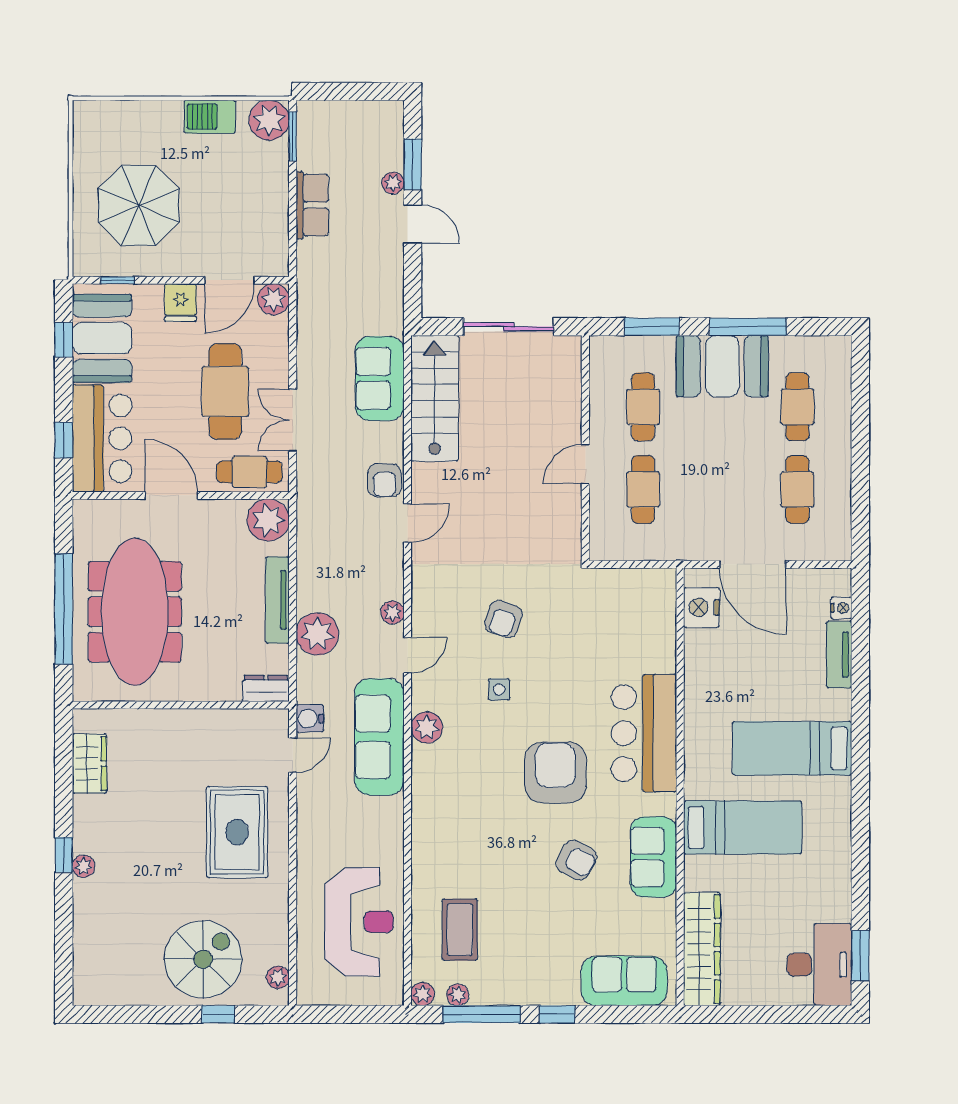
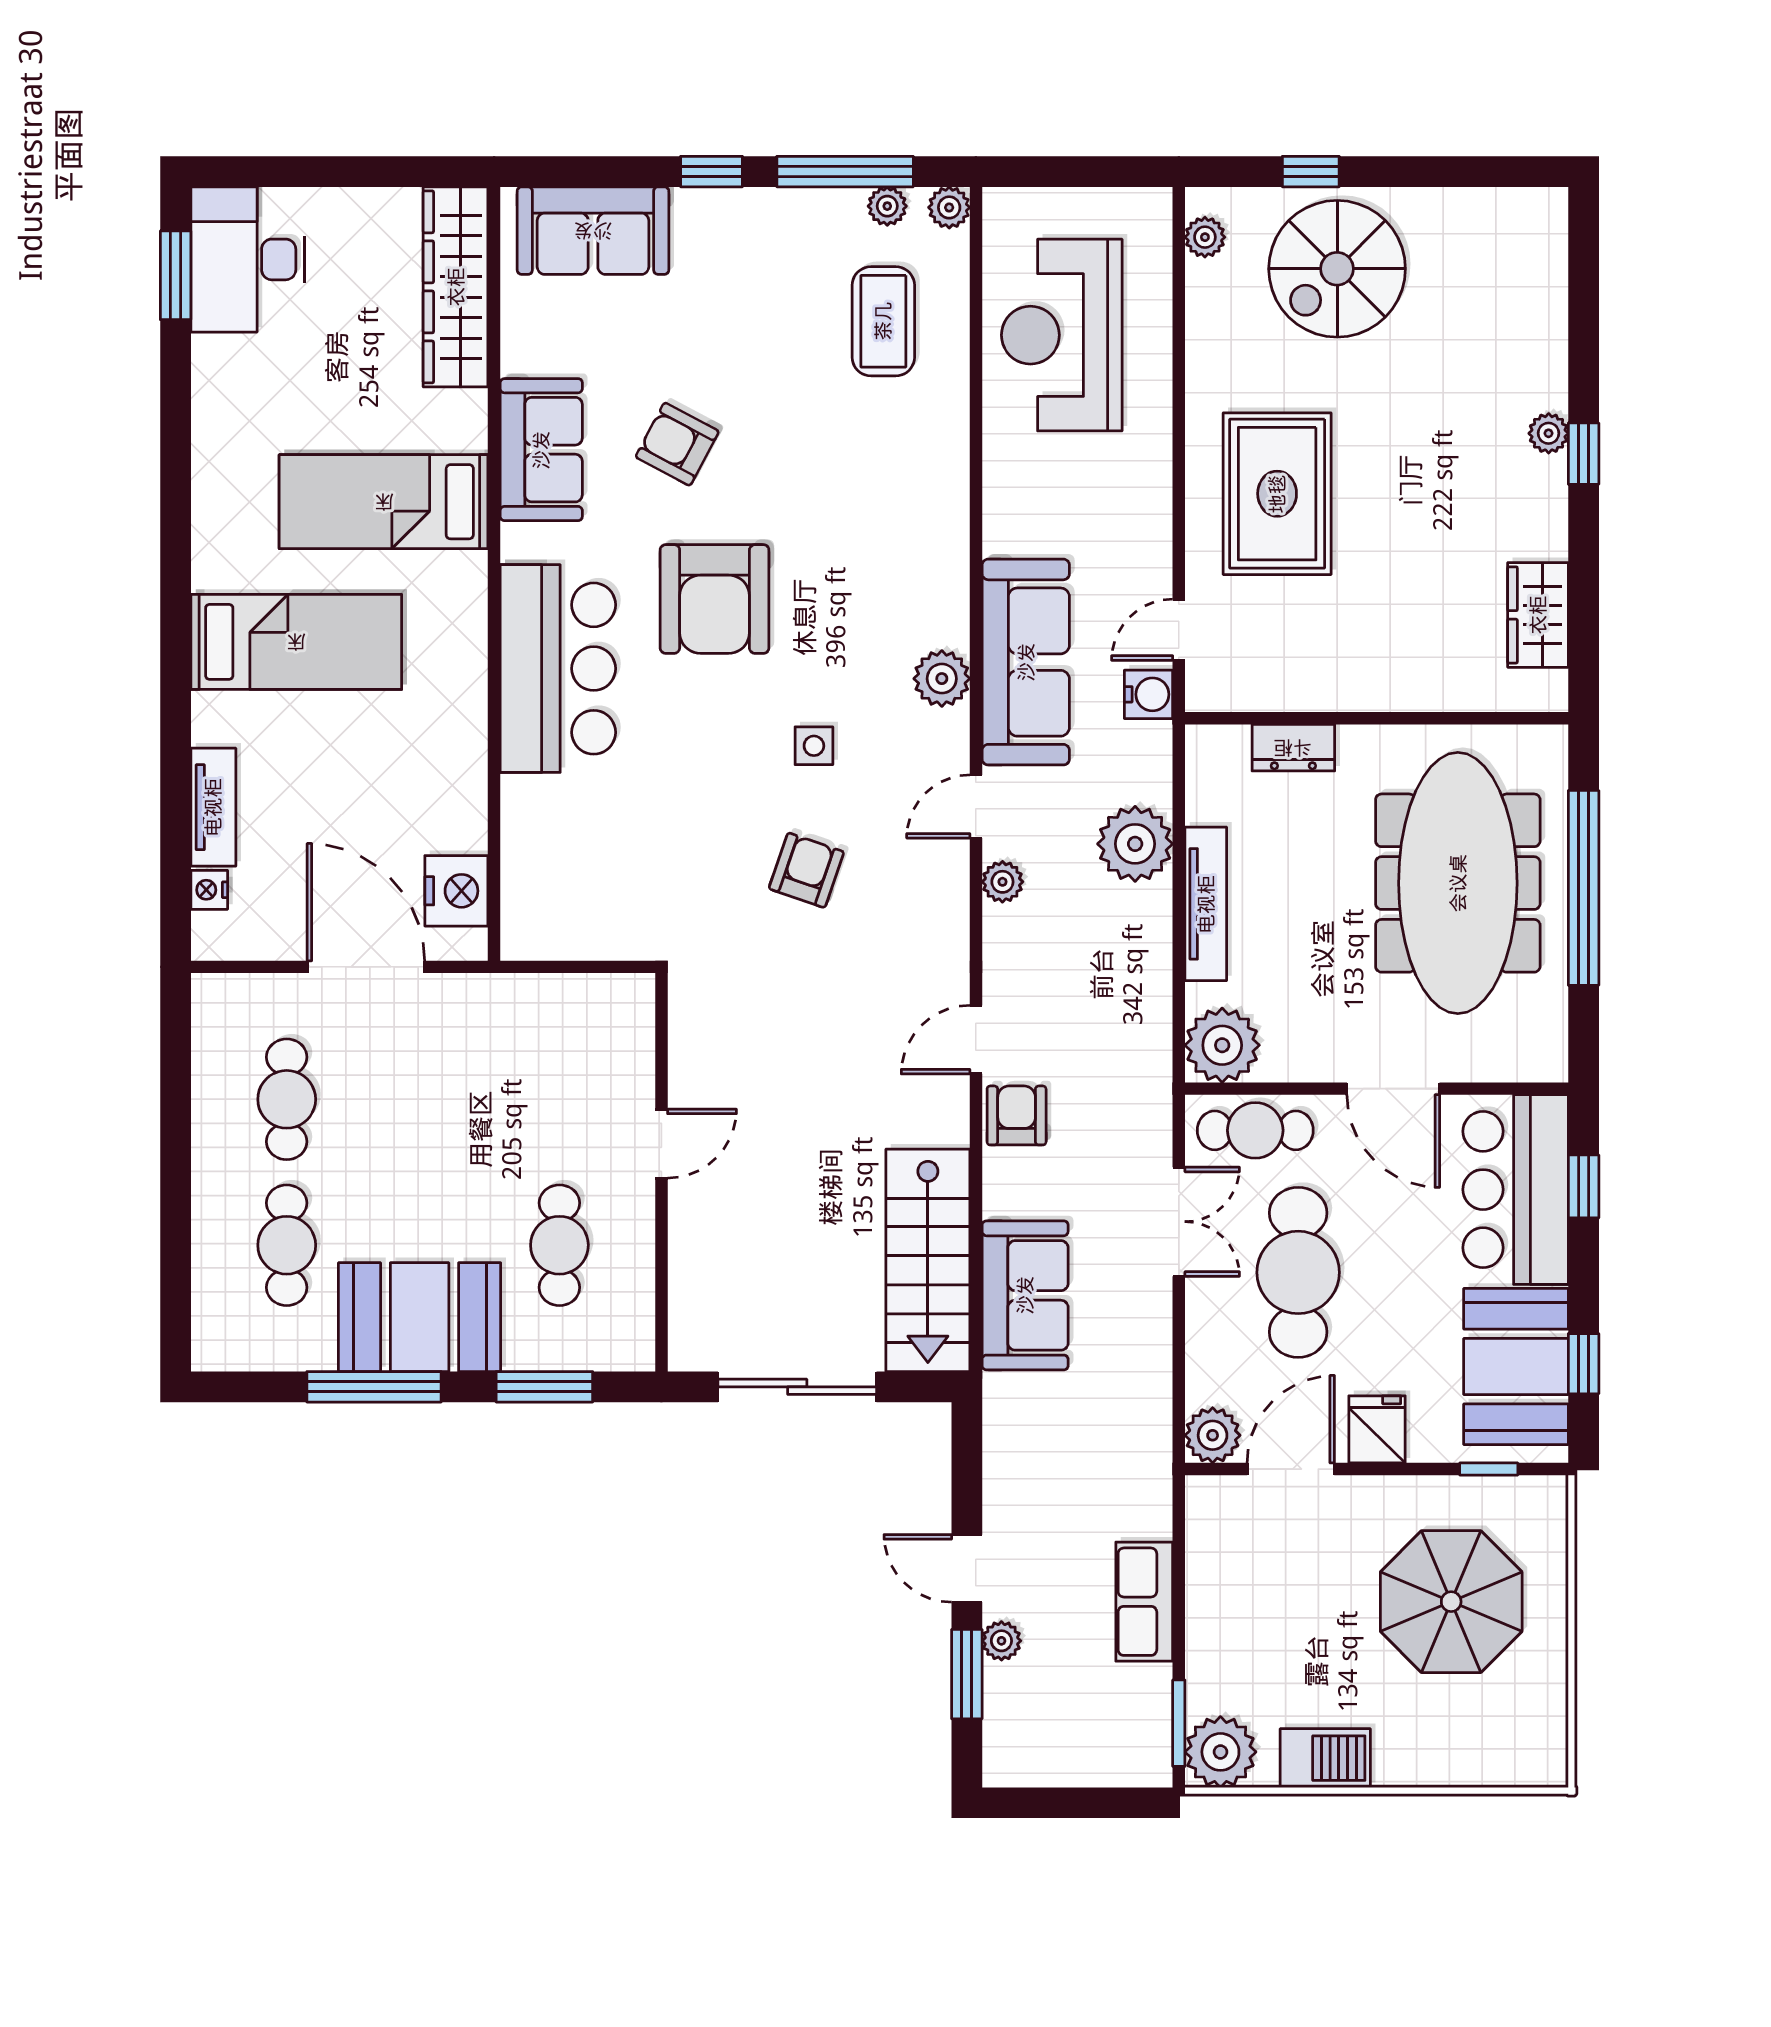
cafe table: (643, 489) -> (559, 1099), removed
dresser: (266, 688) -> (1293, 748), moved

